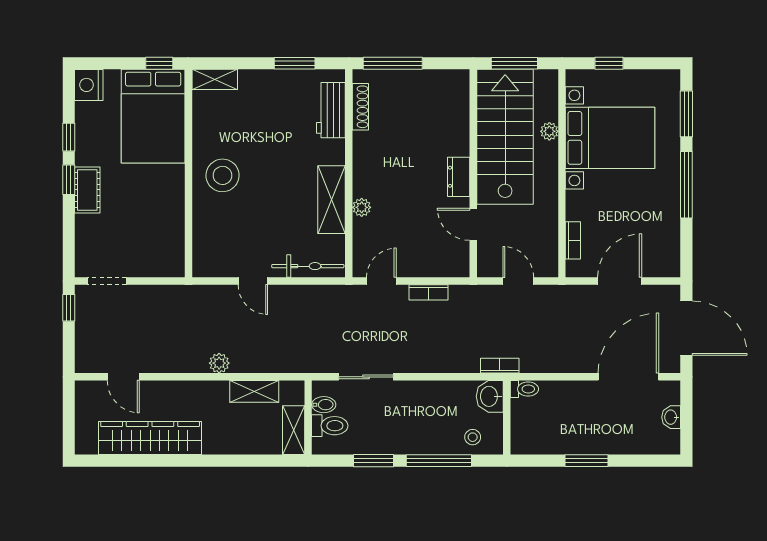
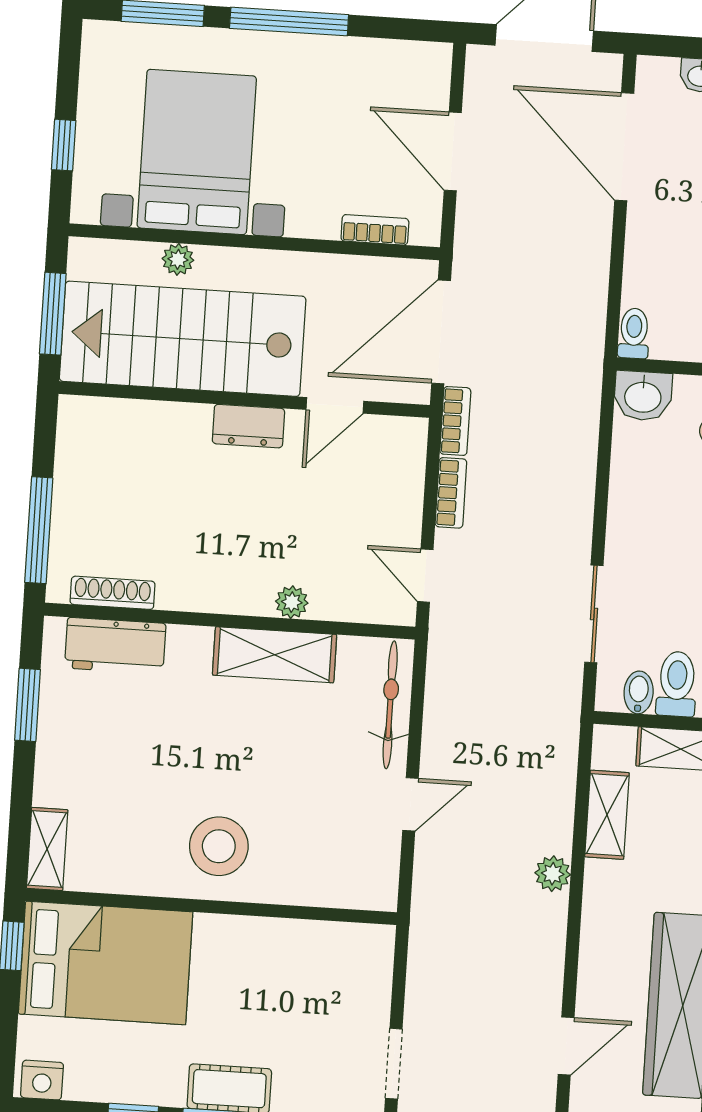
nightstand: (89, 85) -> (42, 1080), width x0.74, depth x0.75
door: (518, 281) -> (441, 332), width x1.87
bookcase: (500, 366) -> (455, 421), moved, turned 180

